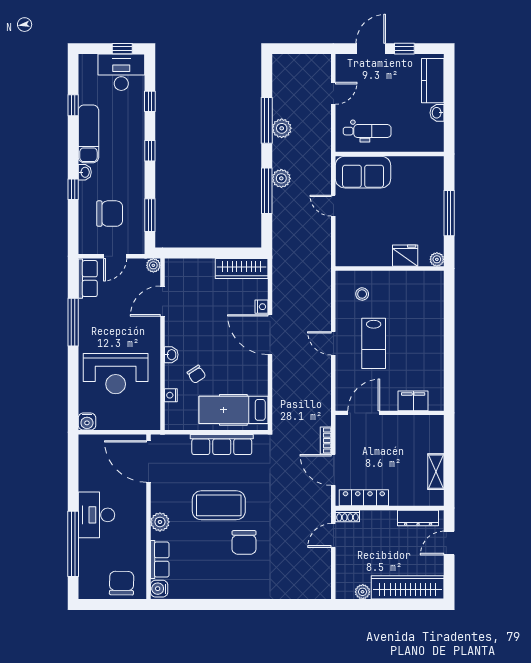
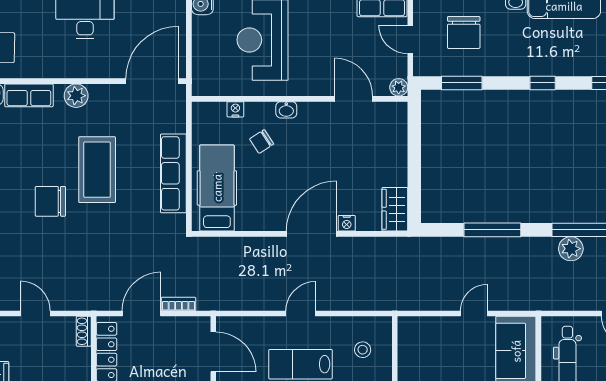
plant: (281, 178) -> (508, 248), removed
wardrobe: (242, 268) -> (395, 209), width x0.67
door: (333, 536) -> (35, 314), moved

